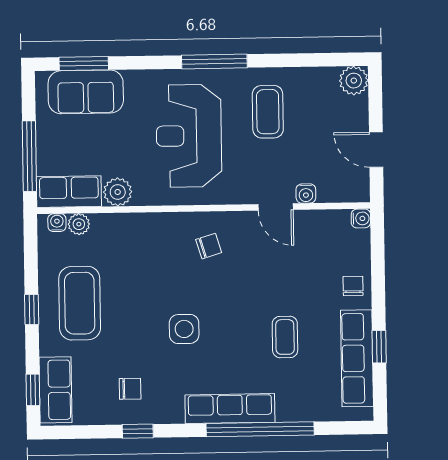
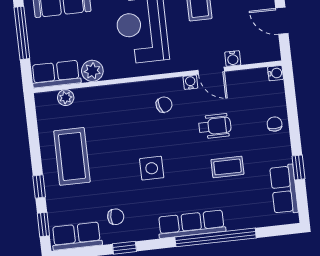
window: (29, 156) -> (22, 33), moved
water cooler: (57, 223) -> (190, 82), moved
wheelchair: (273, 281) -> (215, 126), added
window: (32, 309) -> (39, 187), moved
coffee table: (285, 337) -> (227, 167), turned 90
row of seats: (357, 358) -> (284, 189), width x0.68
row of seats: (56, 390) -> (77, 236), moved, turned -90

